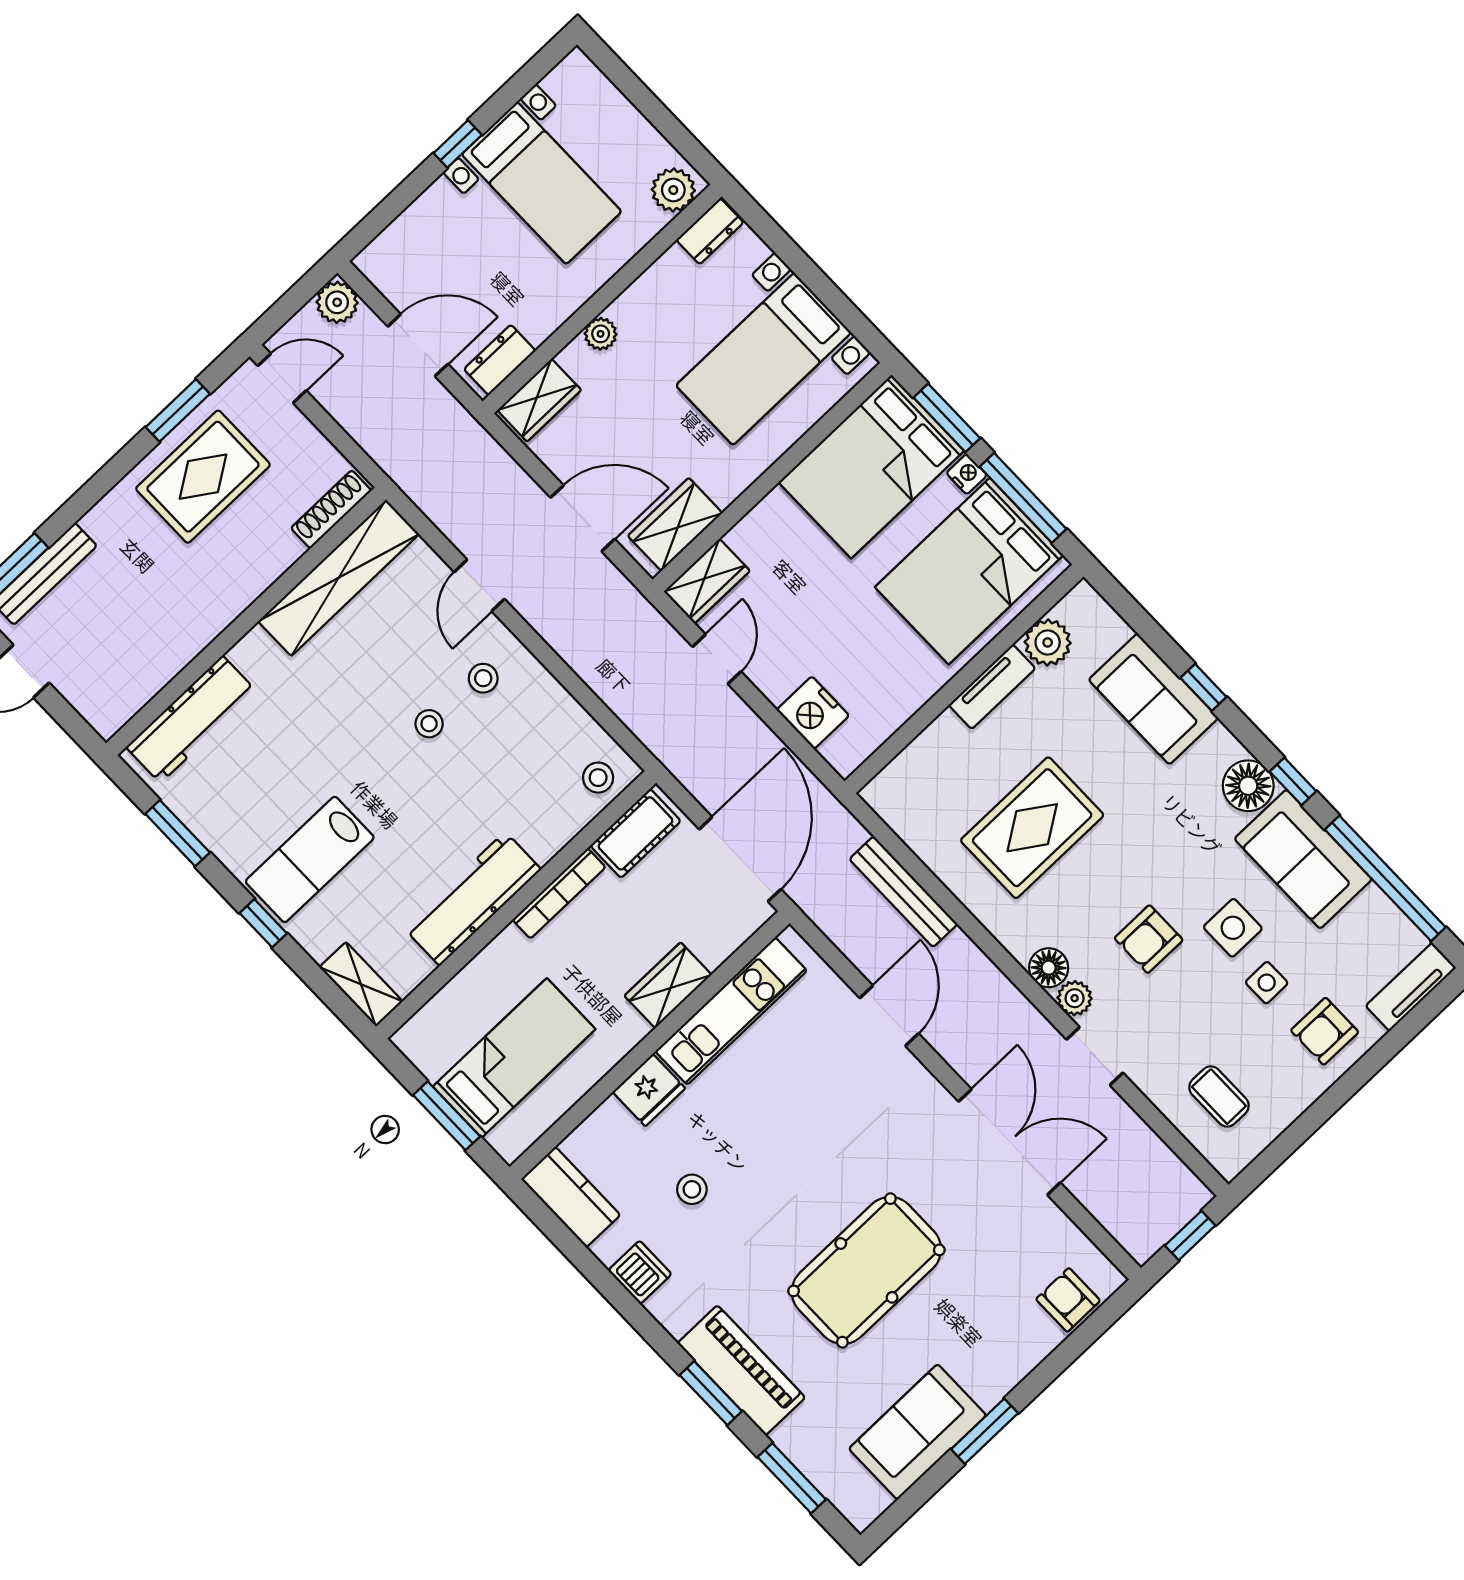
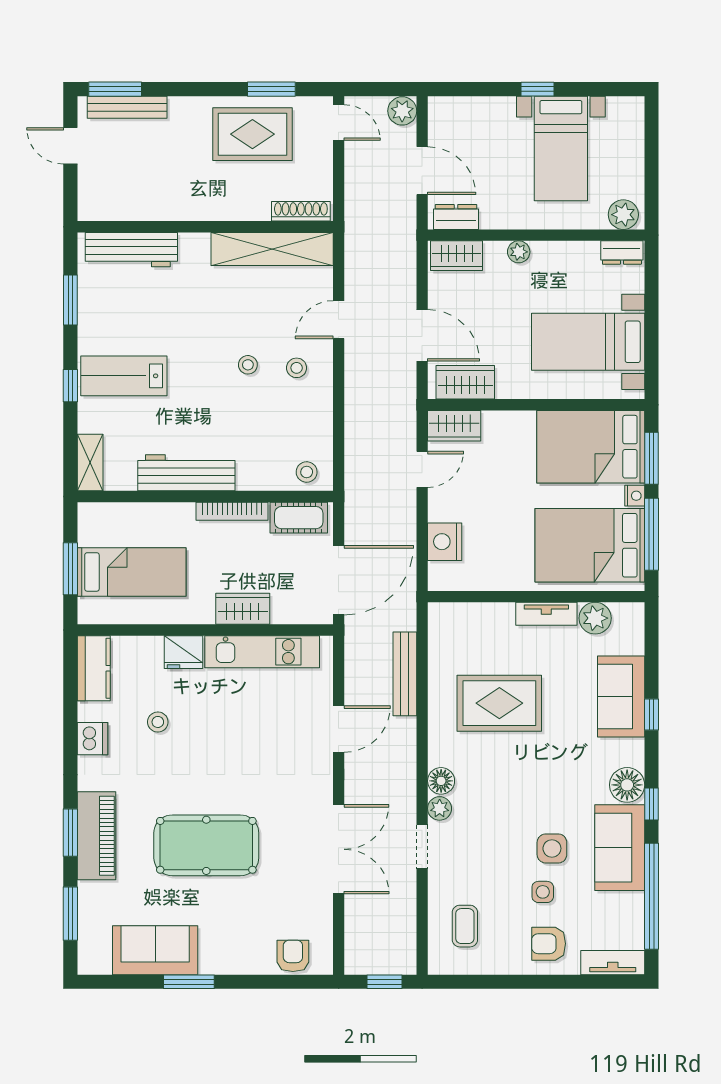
armchair: (1149, 939) -> (505, 814), removed

